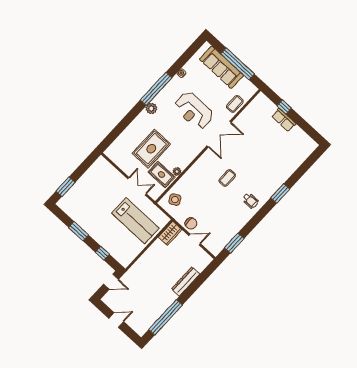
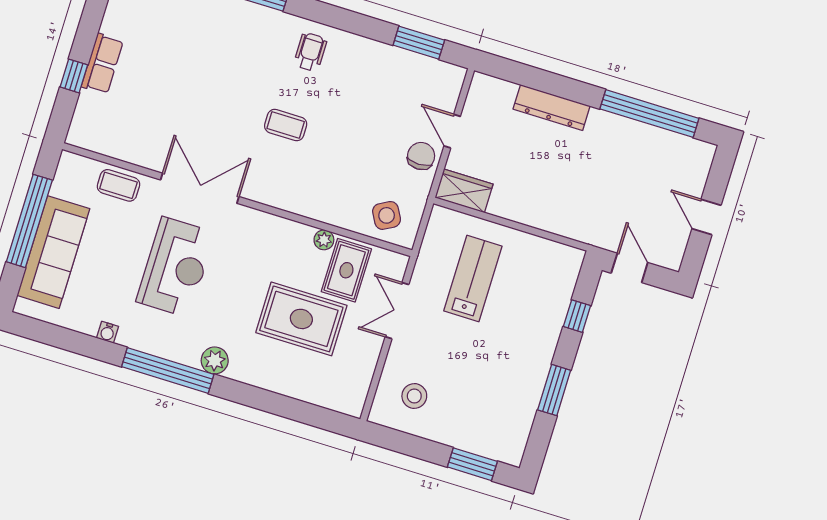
stool: (102, 177) -> (414, 396), added
lab bench: (135, 221) -> (473, 279), width x0.73, depth x0.72

